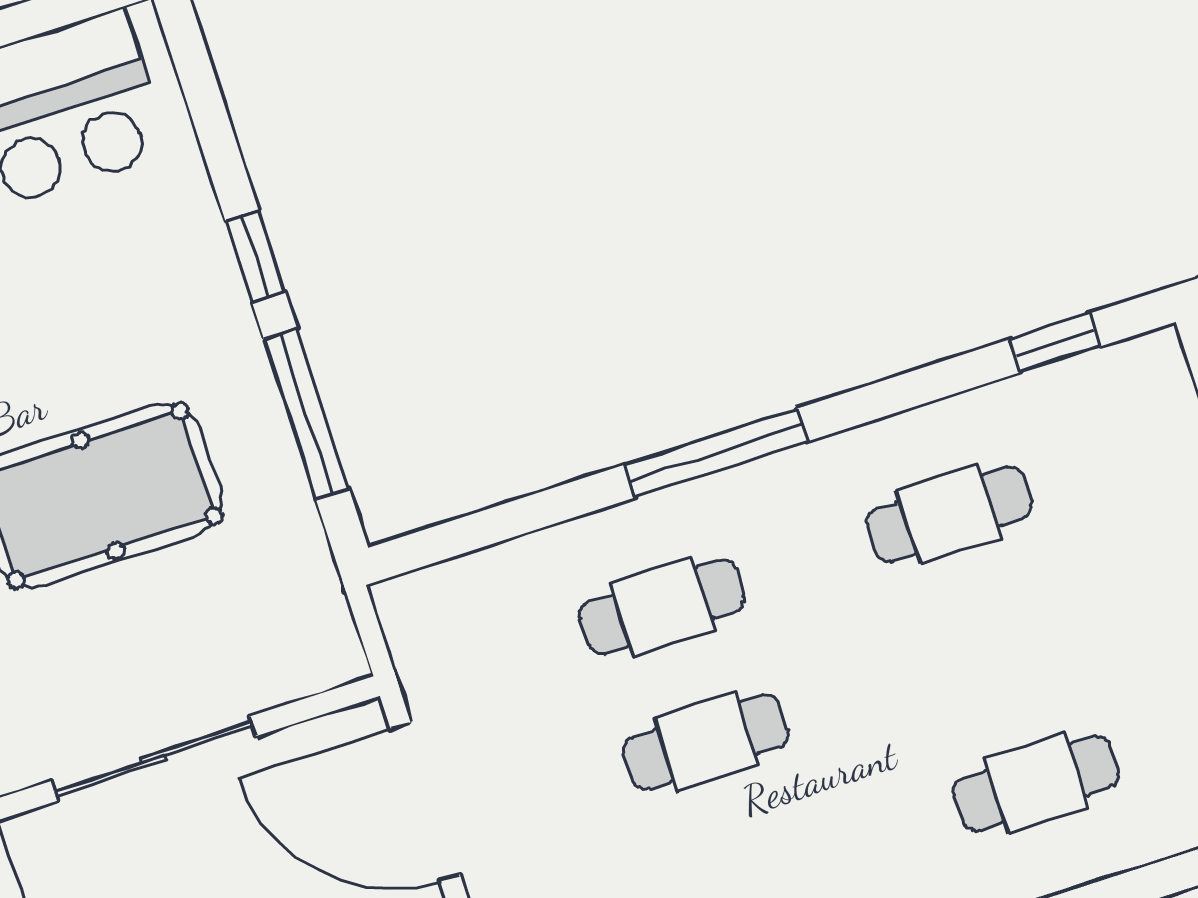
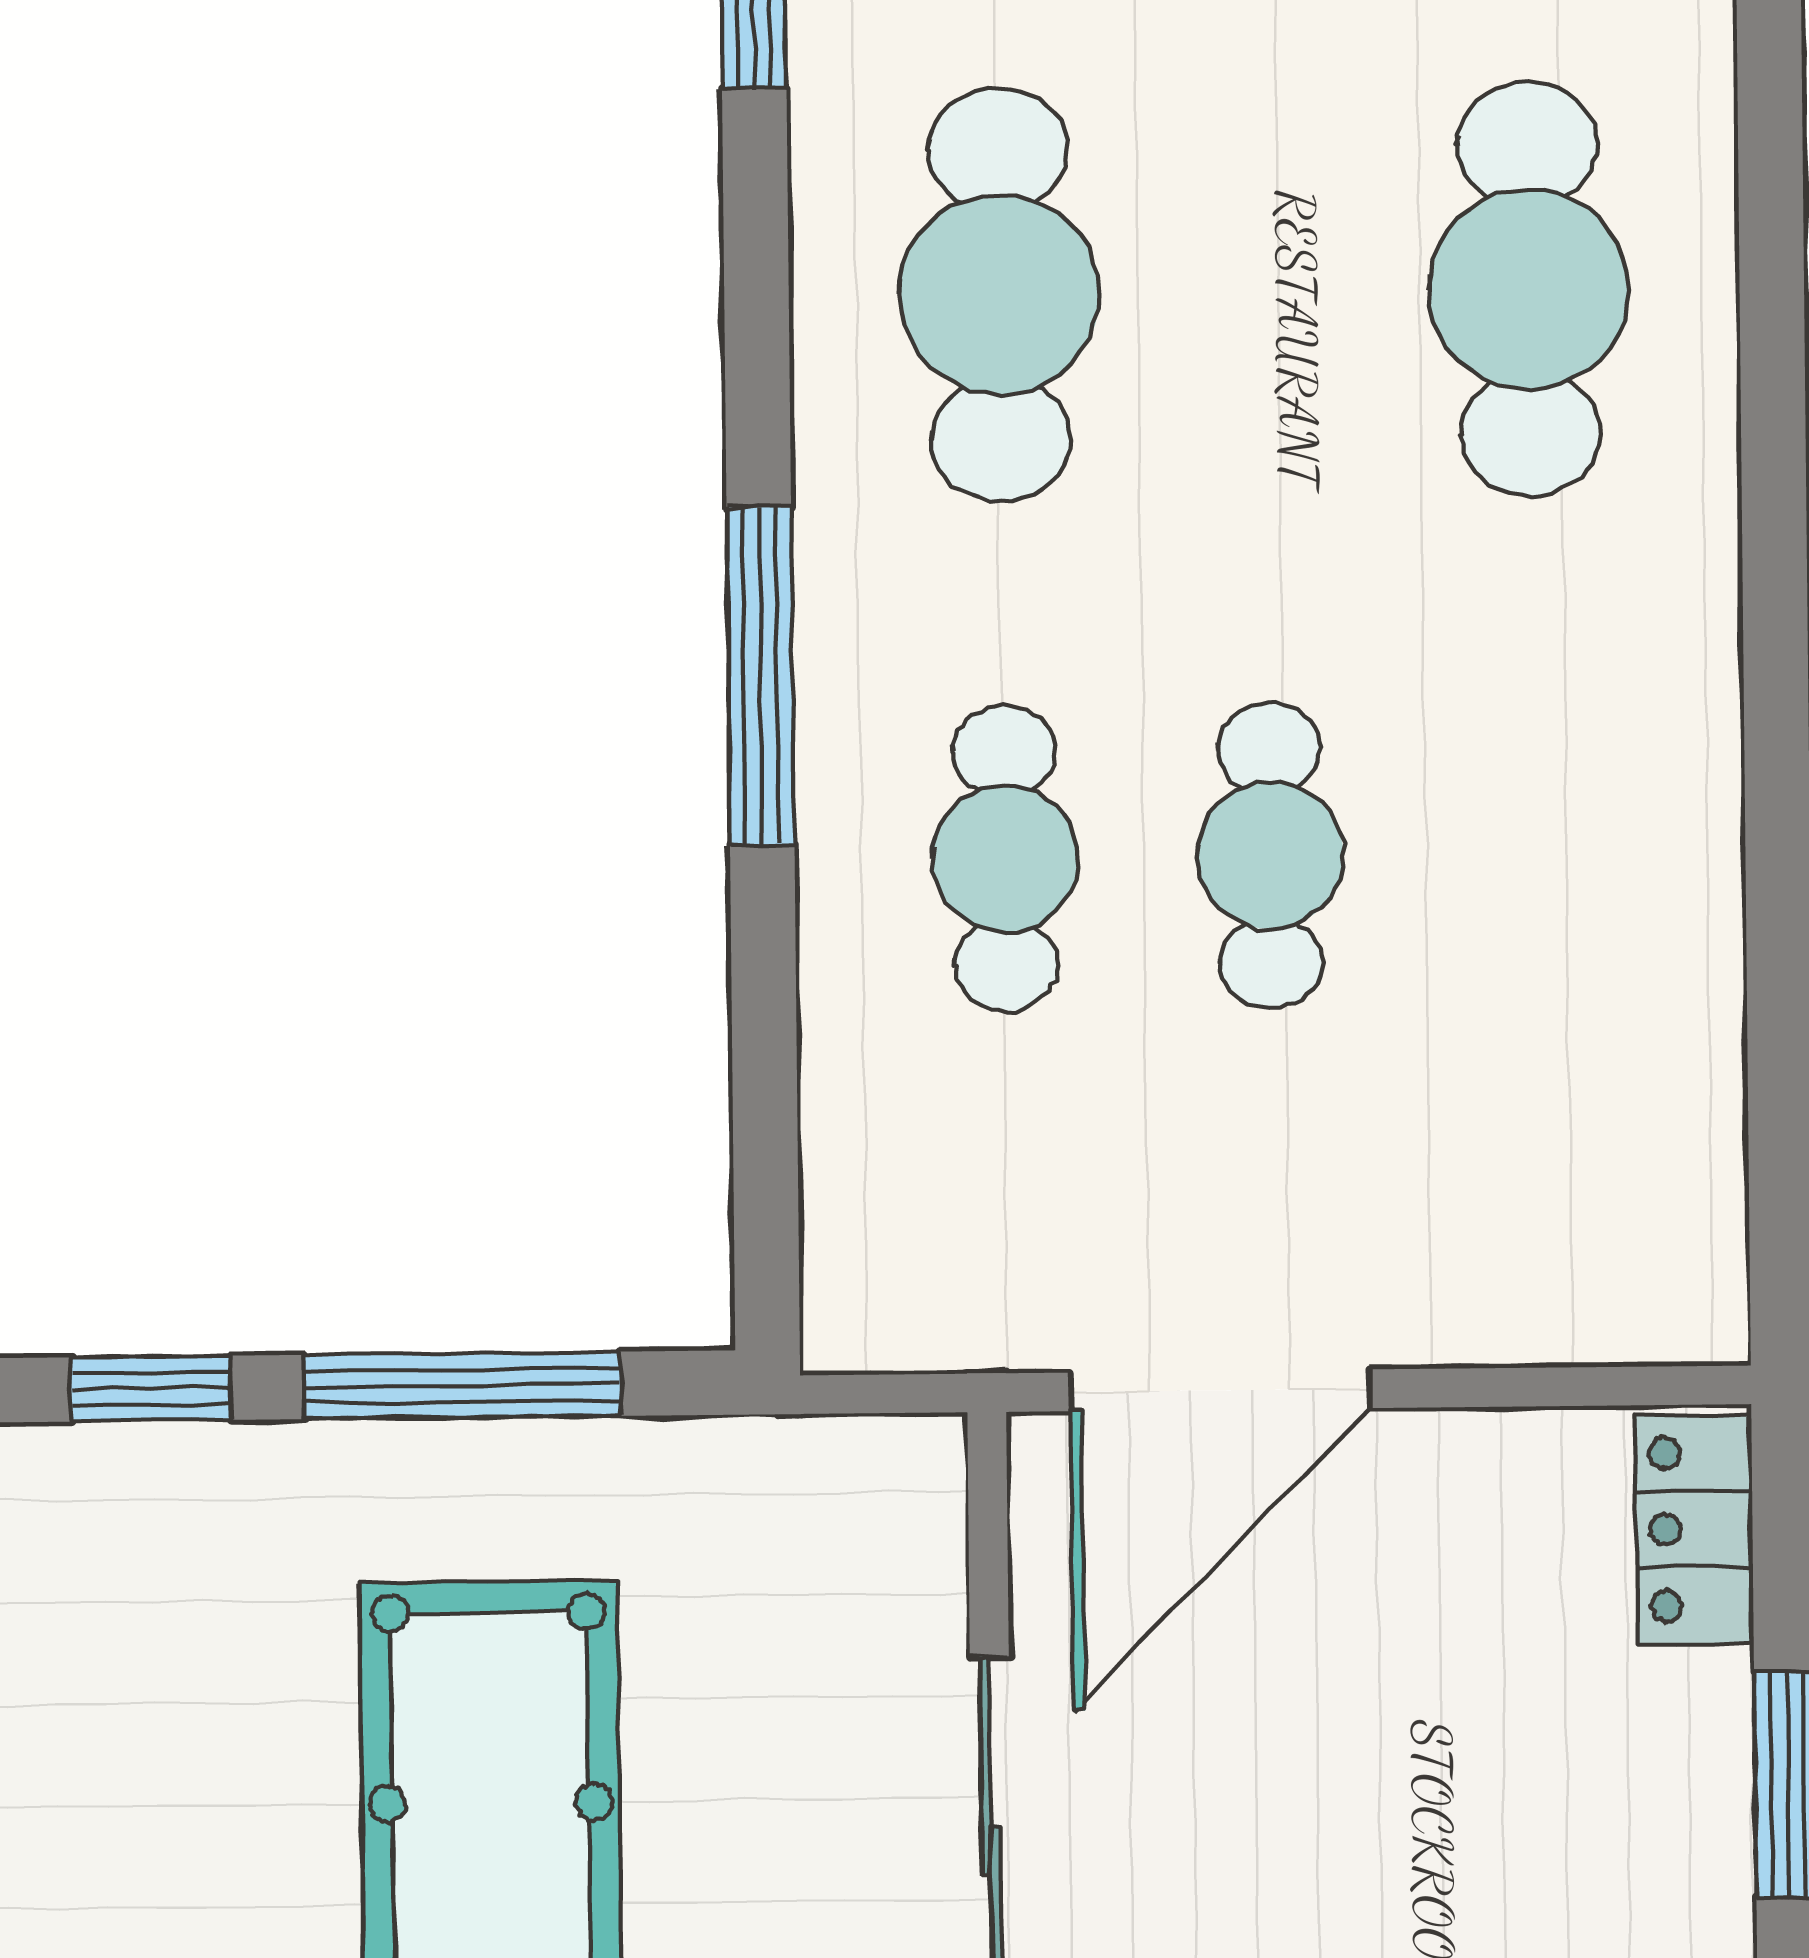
cafe table: (949, 514) -> (999, 295), width x1.37, depth x1.35
cafe table: (1036, 783) -> (1529, 289), width x1.37, depth x1.35

